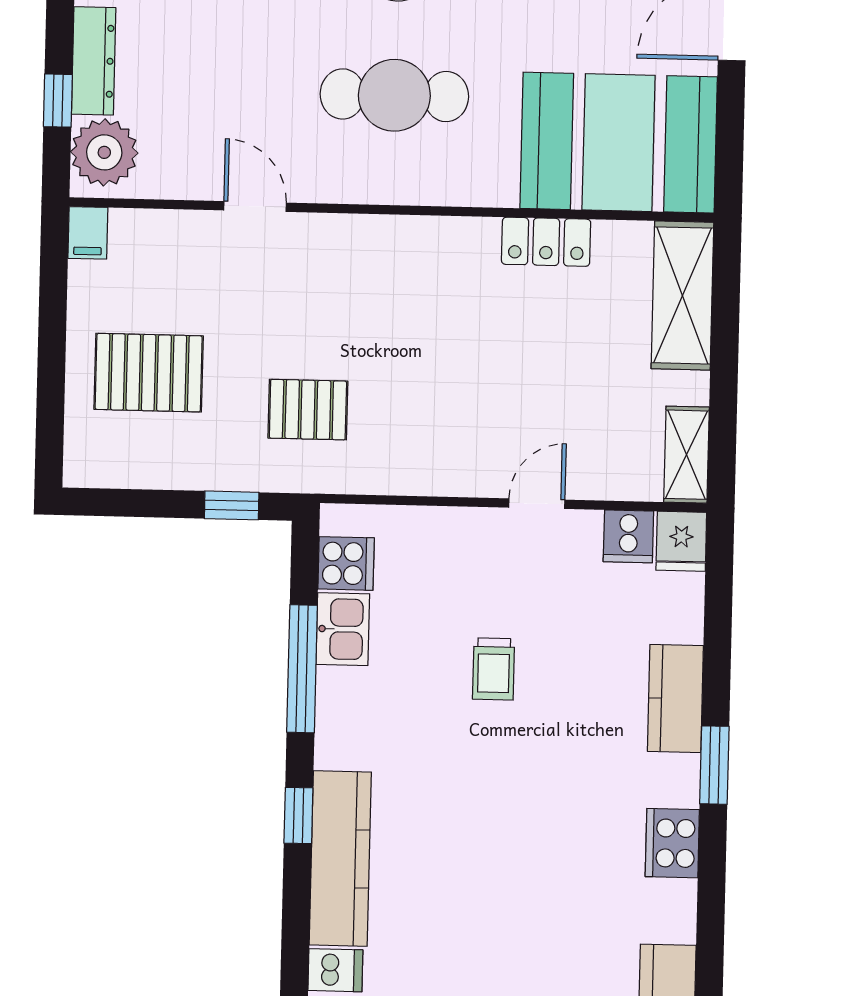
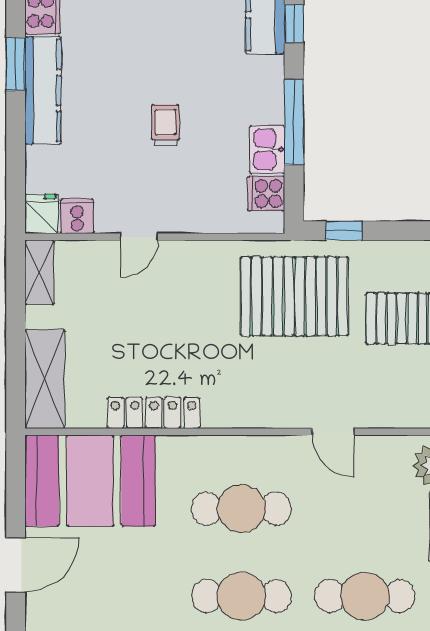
locker: (546, 242) -> (154, 413), width x1.53
pallet: (308, 410) -> (294, 296), width x2.05, depth x2.00
kitchen counter: (675, 698) -> (43, 90), width x1.50

